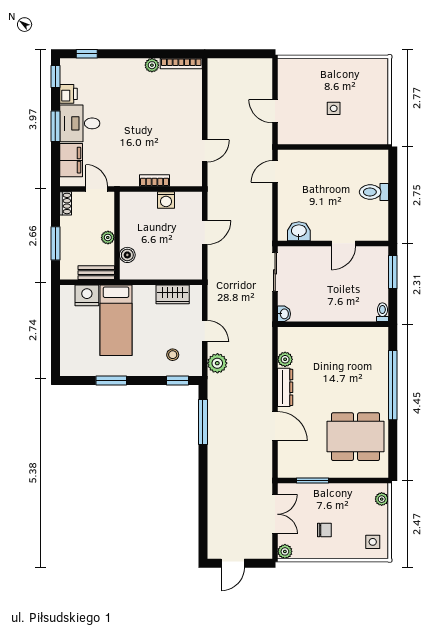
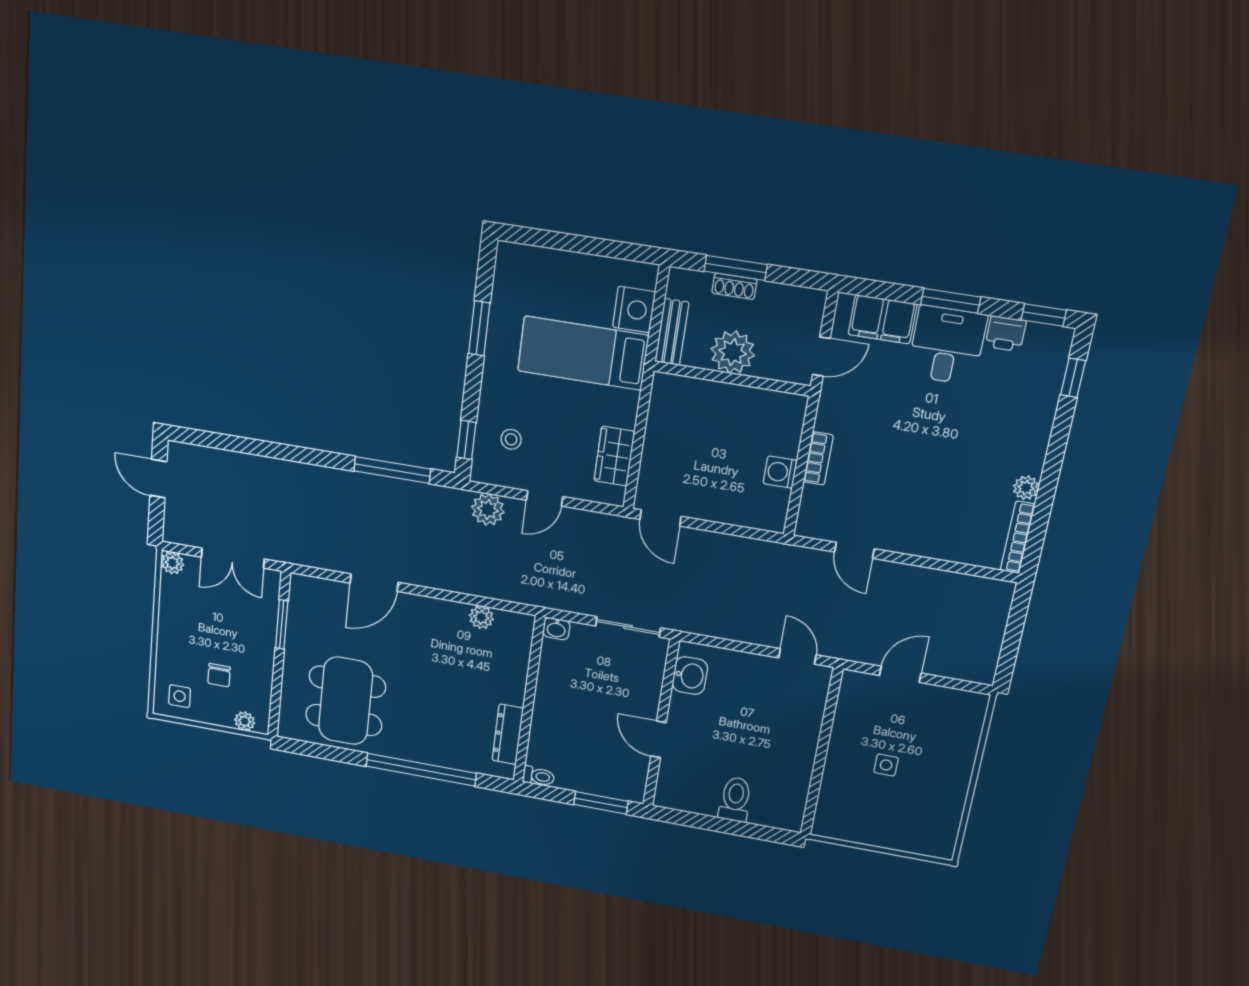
shoe rack: (66, 203) -> (734, 286), moved
door: (205, 233) -> (661, 518), moved
plant: (108, 237) -> (733, 352), width x1.88, depth x1.88
boiler: (127, 255) -> (695, 391), removed
dresser: (285, 387) -> (508, 734), moved, turned 90
chair: (324, 530) -> (219, 675), moved

